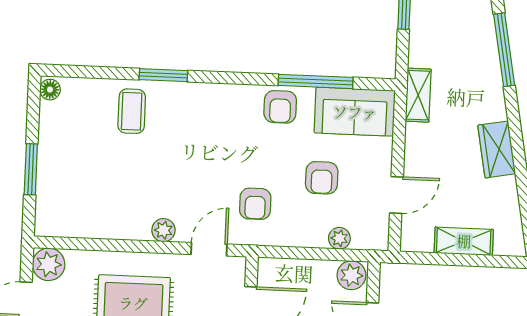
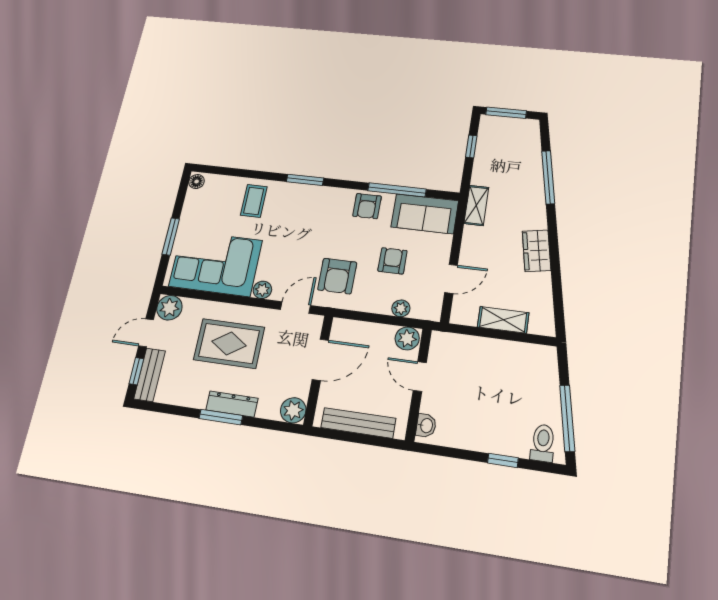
window: (163, 75) -> (305, 180), moved
armchair: (322, 178) -> (392, 261), turned 180
corner sofa: (97, 201) -> (216, 263), added
armchair: (255, 204) -> (337, 276), width x1.38, depth x1.38

